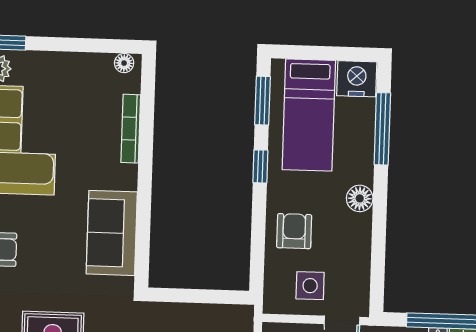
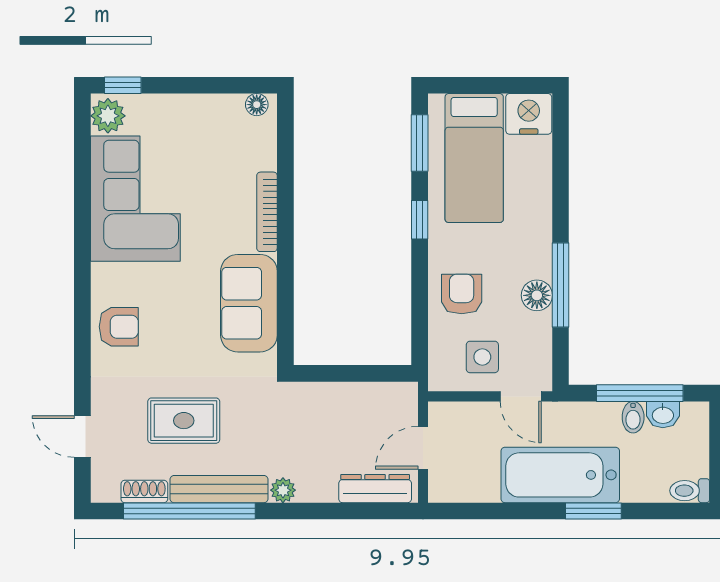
bookcase: (131, 129) -> (267, 212), moved
window: (382, 129) -> (560, 285), moved
floor lamp: (360, 198) -> (537, 295), moved

